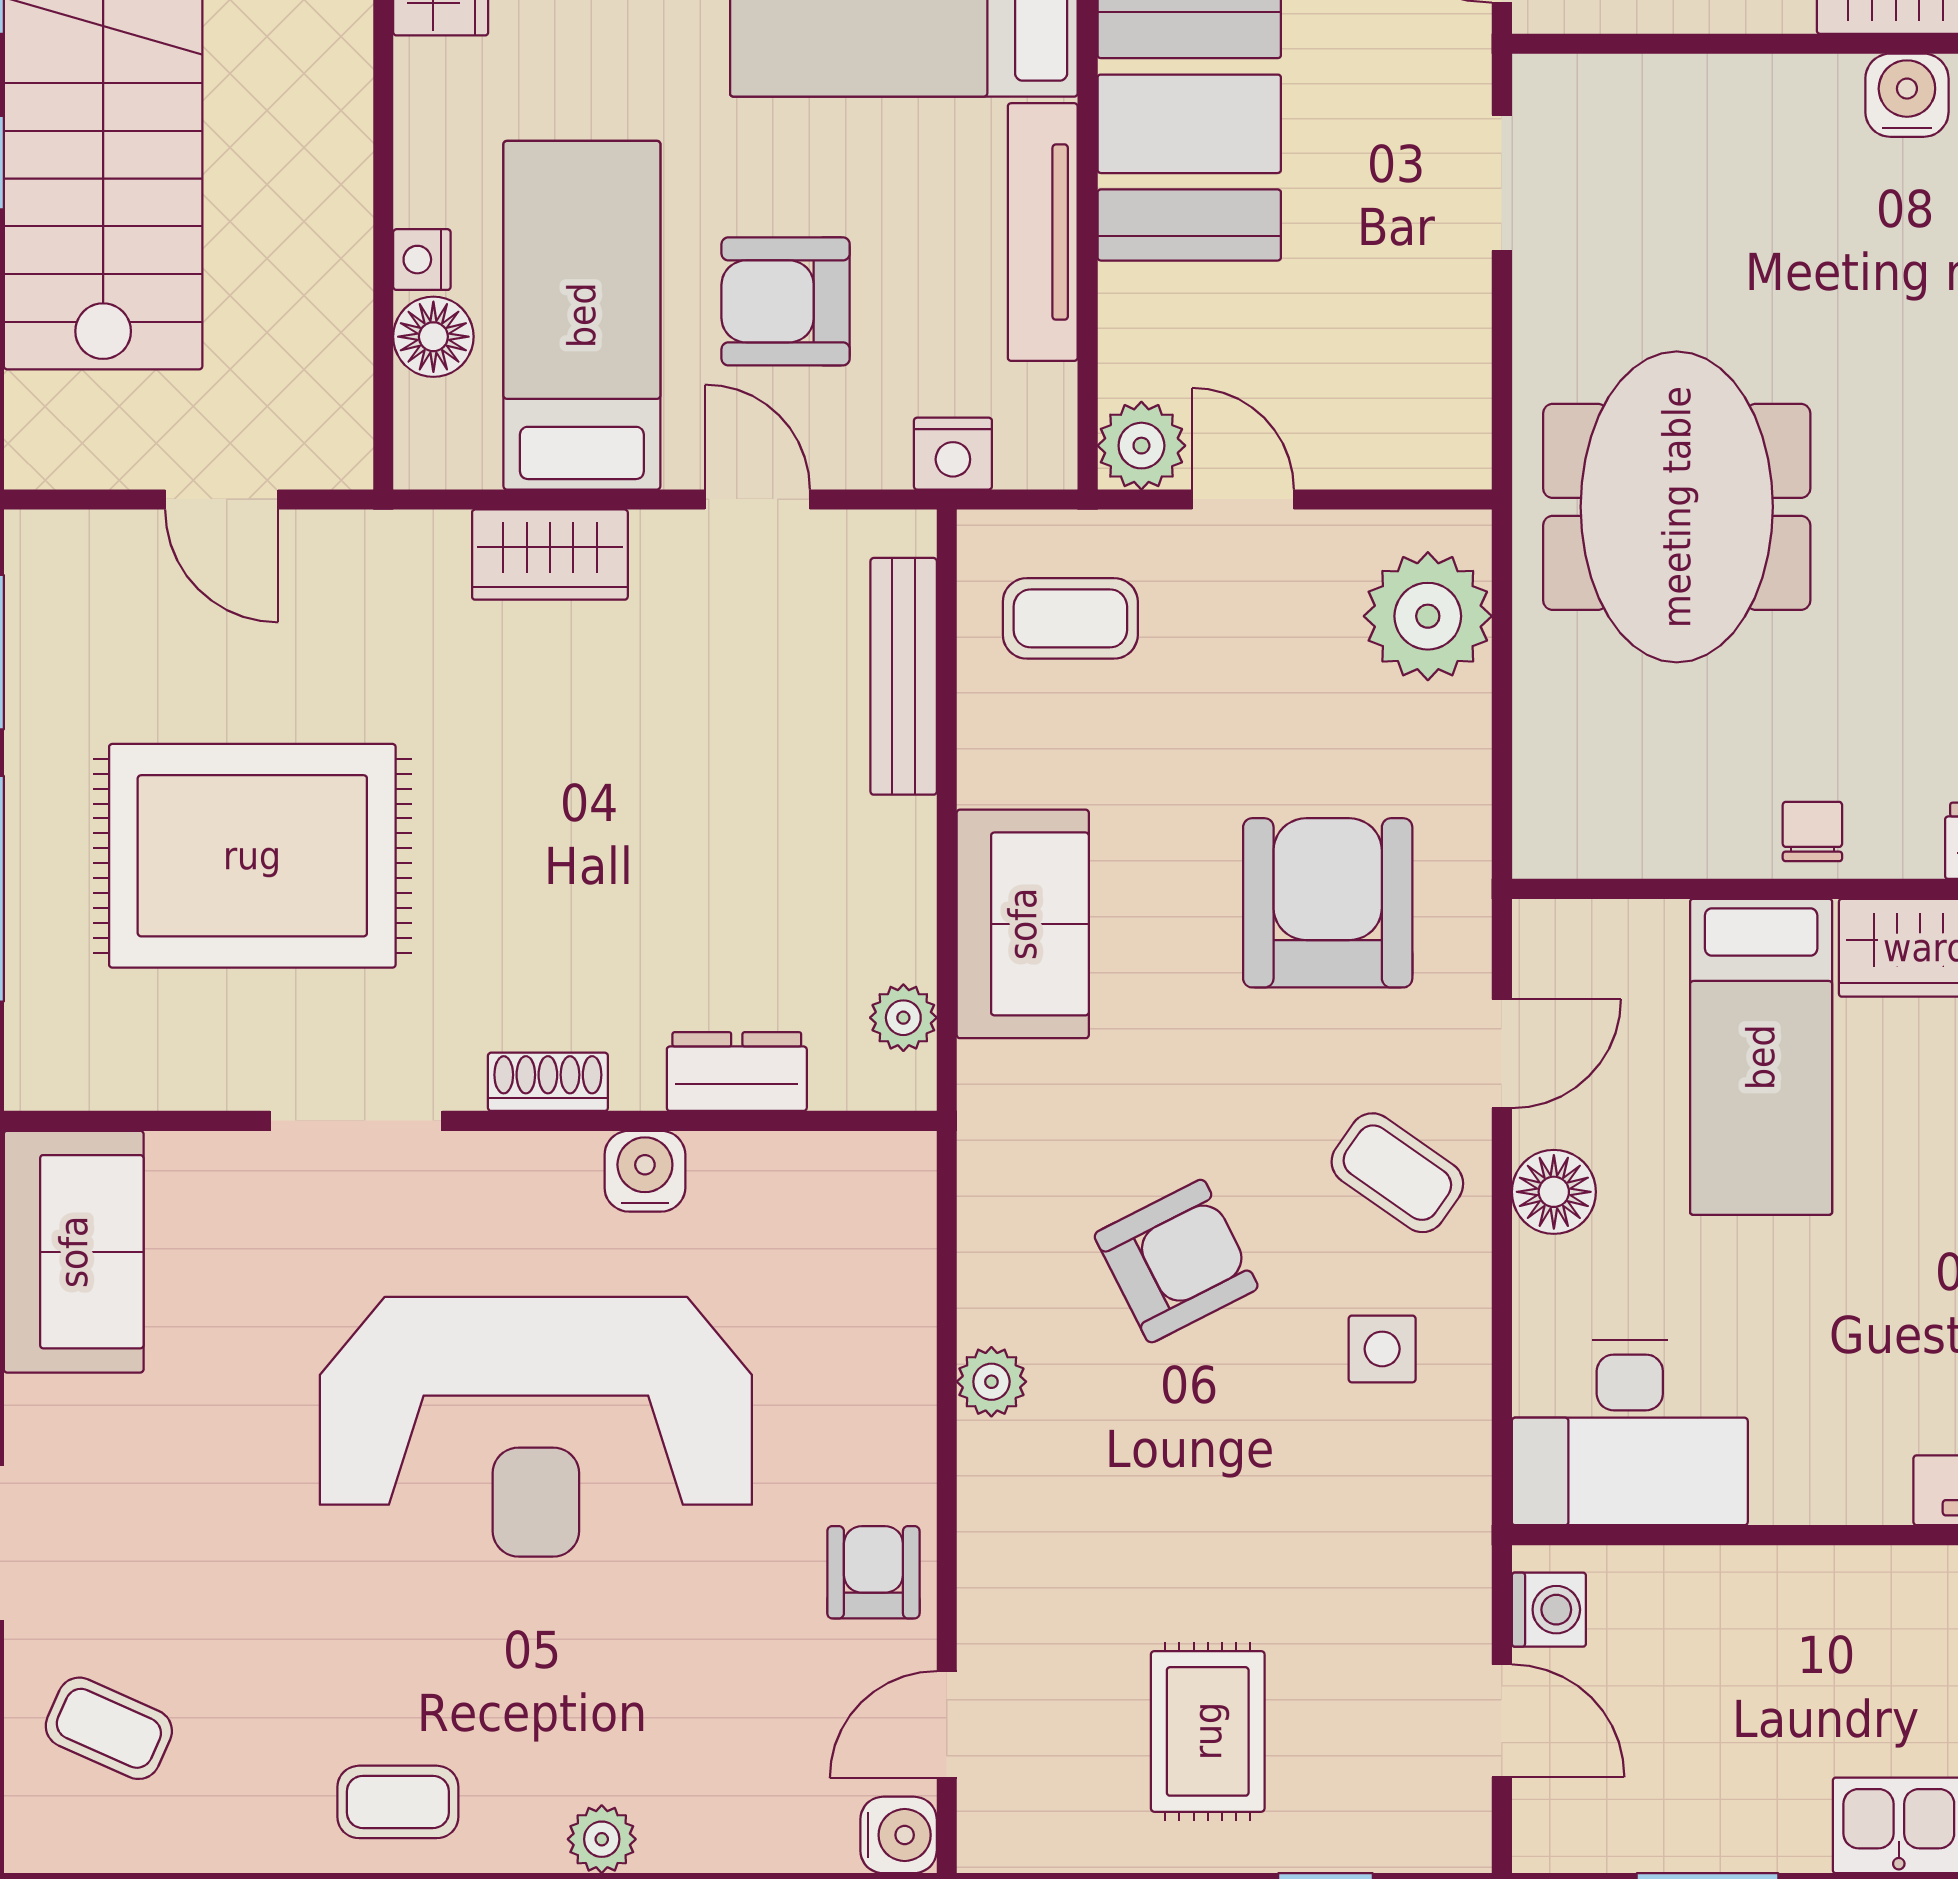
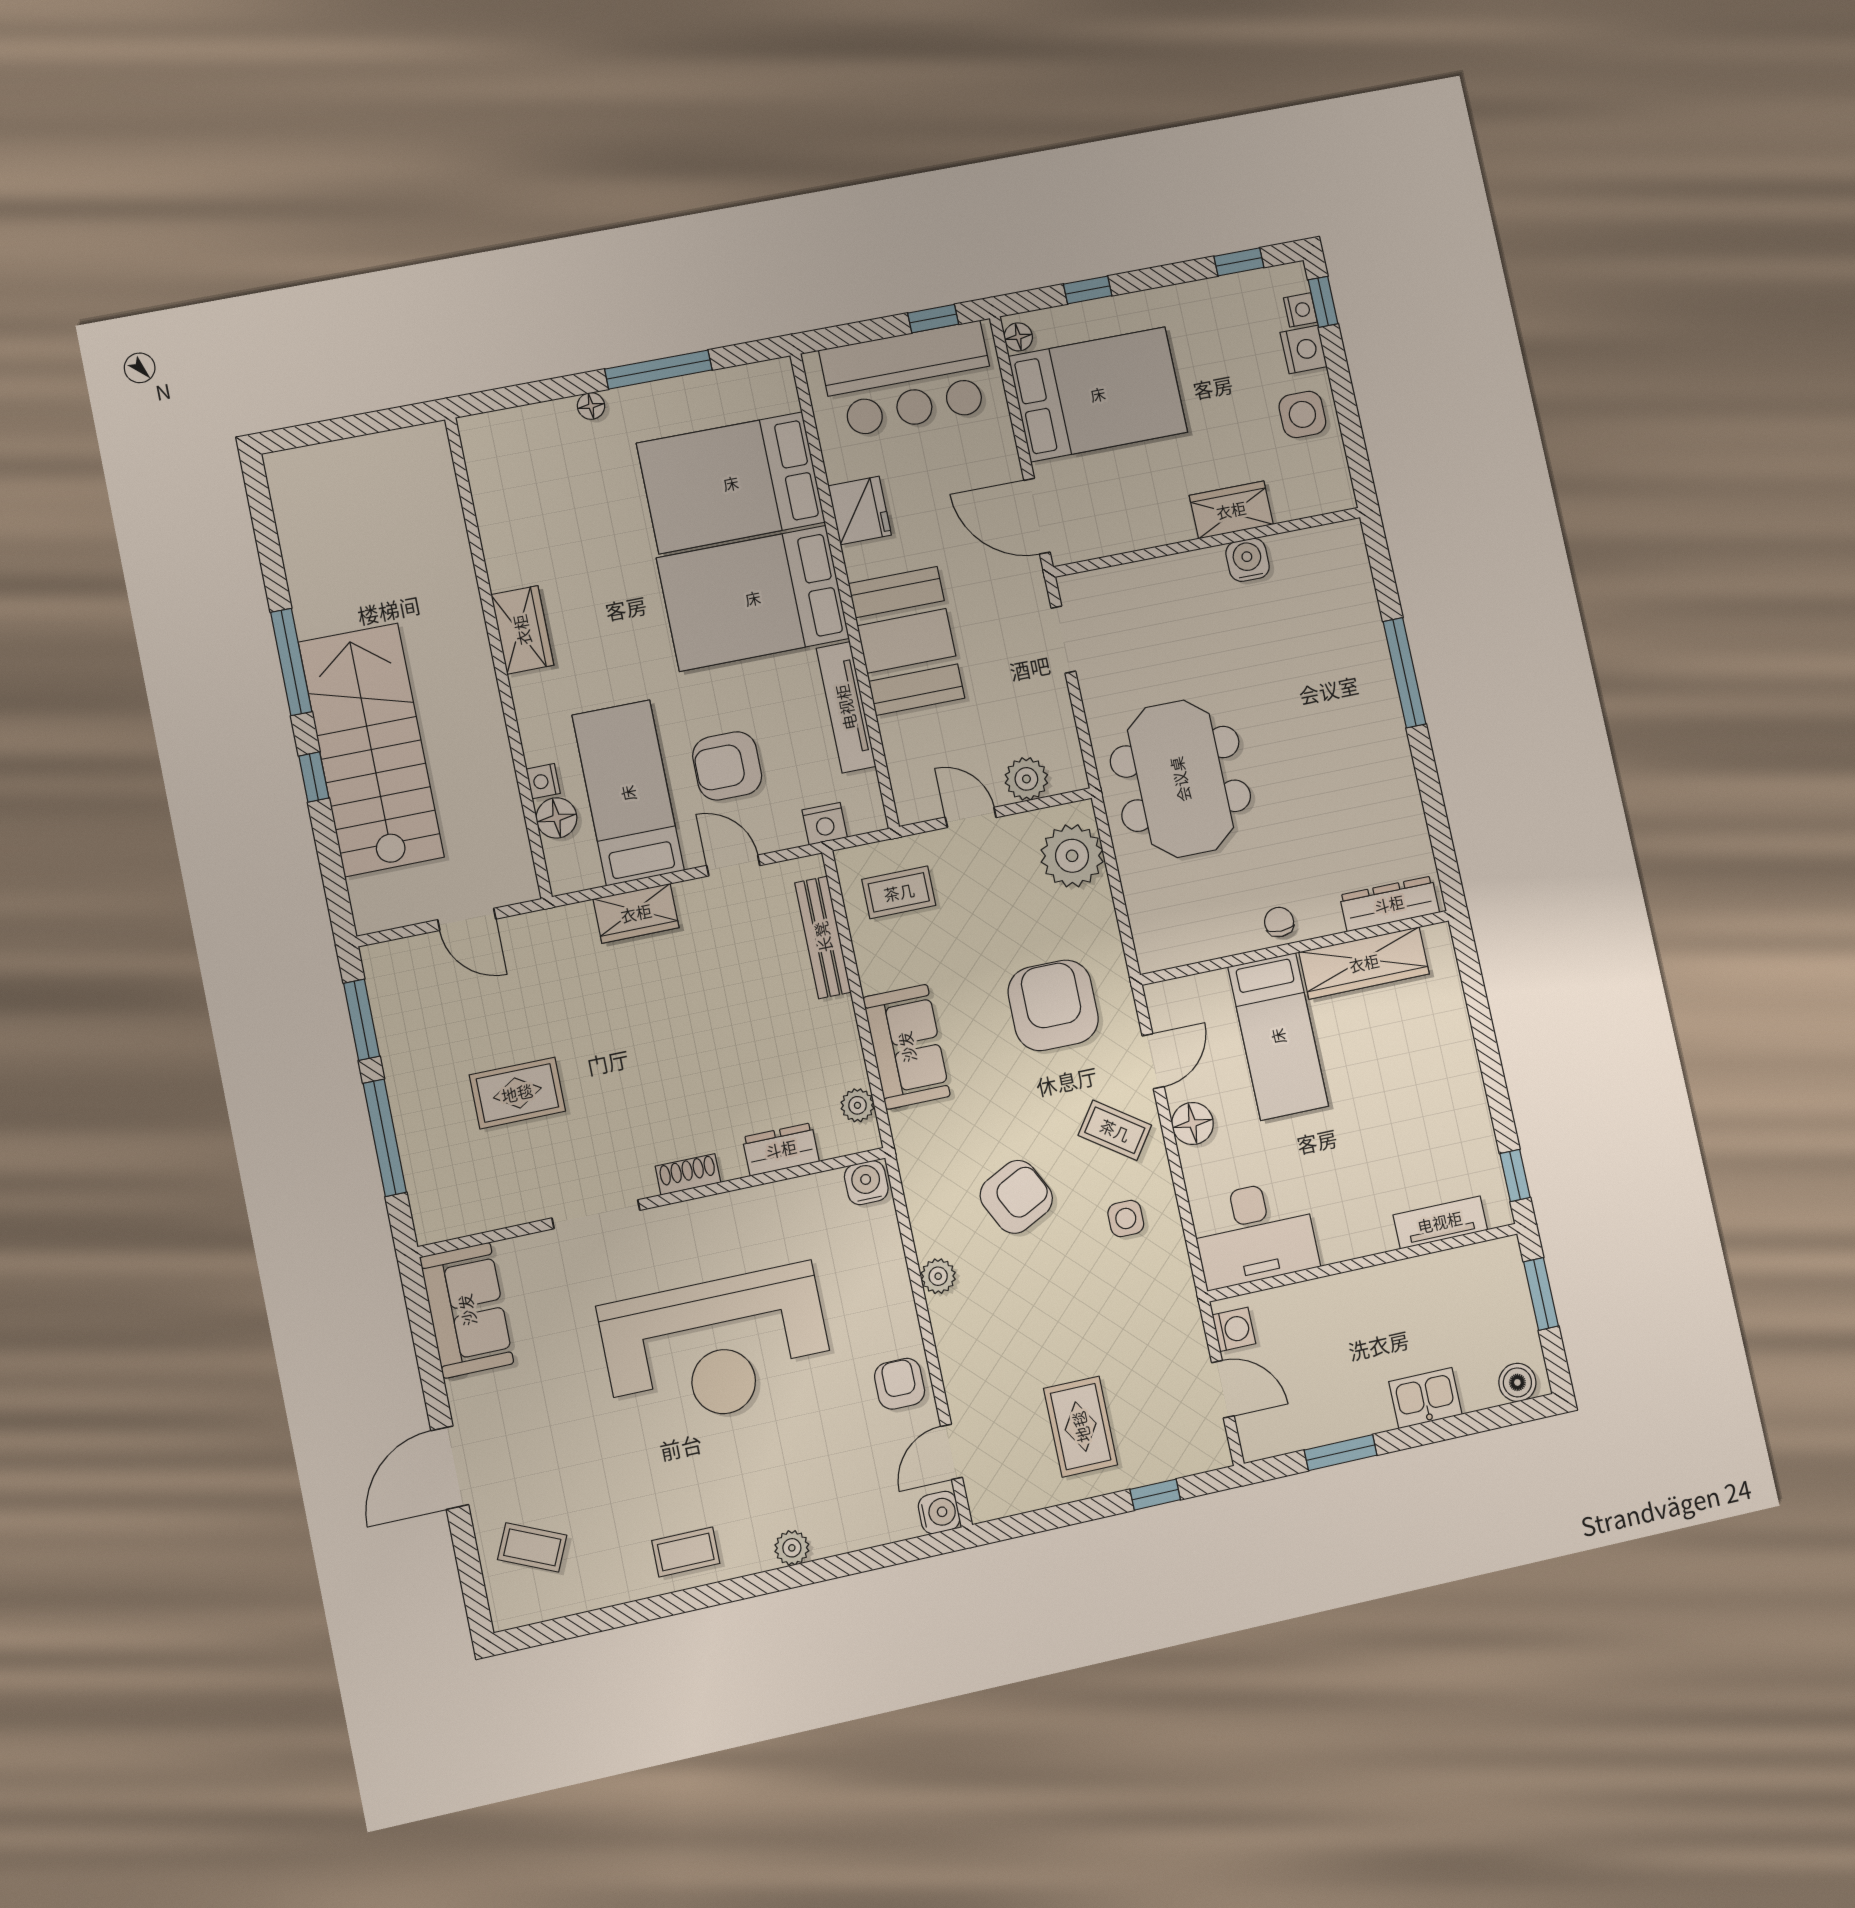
plant: (1141, 446) -> (1026, 779), moved
rug: (252, 856) -> (517, 1093), width x0.54, depth x0.49
water cooler: (645, 1171) -> (866, 1183), moved

